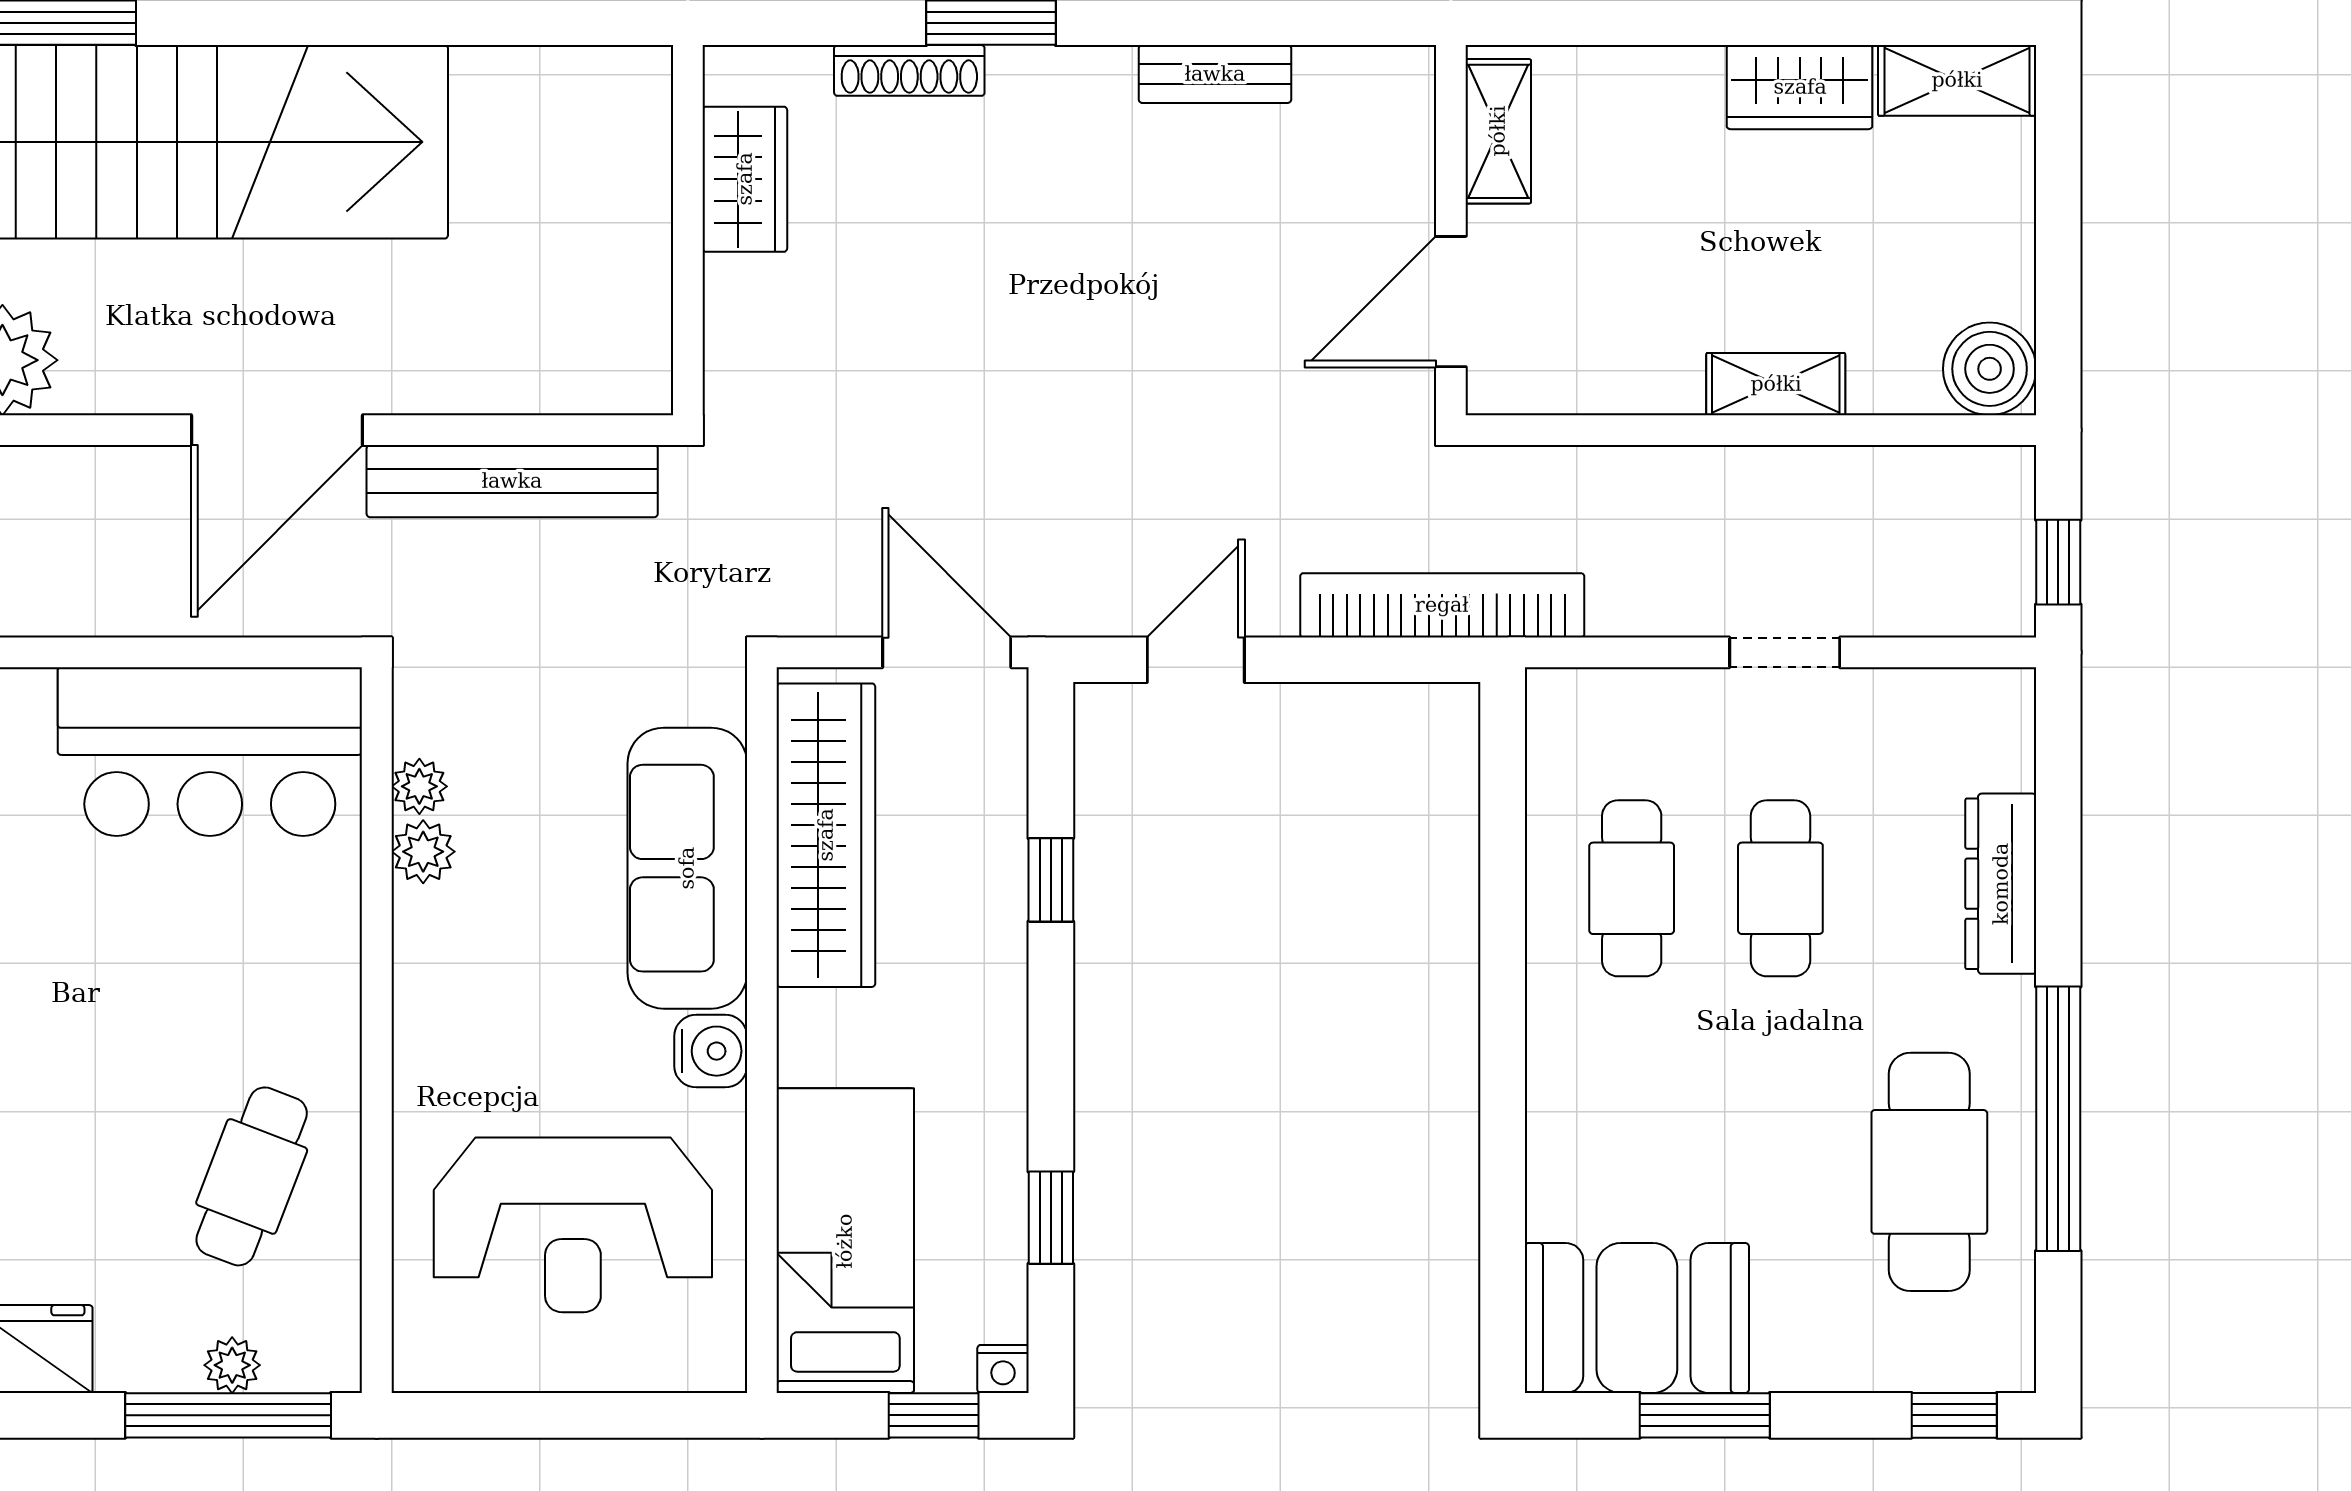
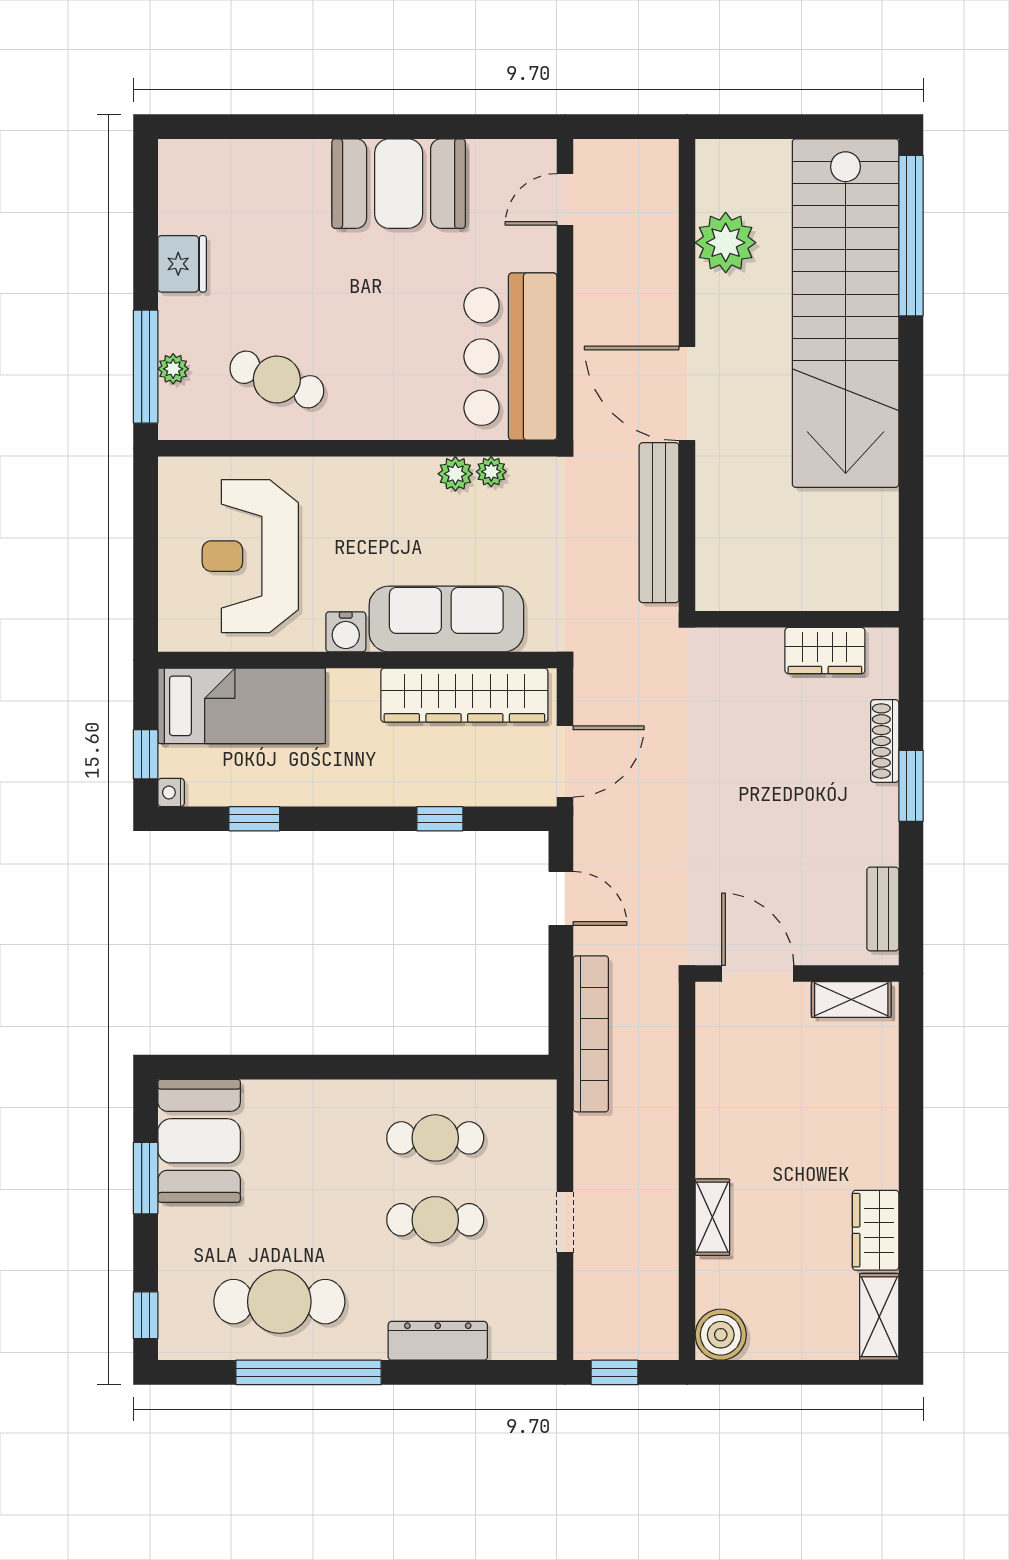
shelving: (1498, 131) -> (851, 999), moved
wall: (1451, 230) -> (797, 973), moved
door: (1451, 302) -> (758, 973), moved

